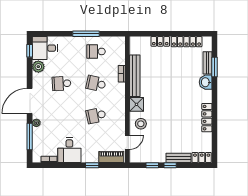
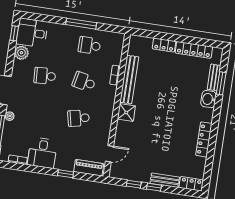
stool: (141, 124) -> (128, 135), removed

